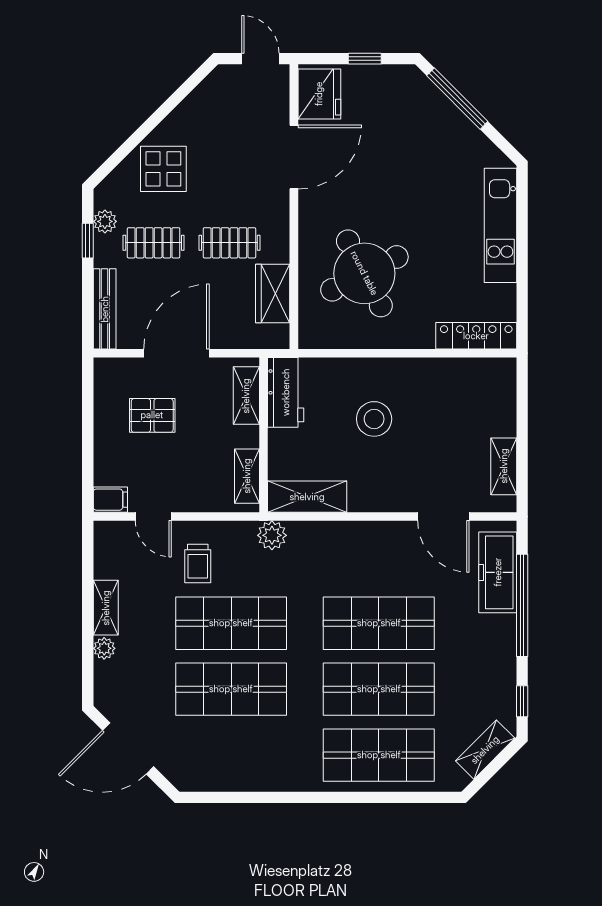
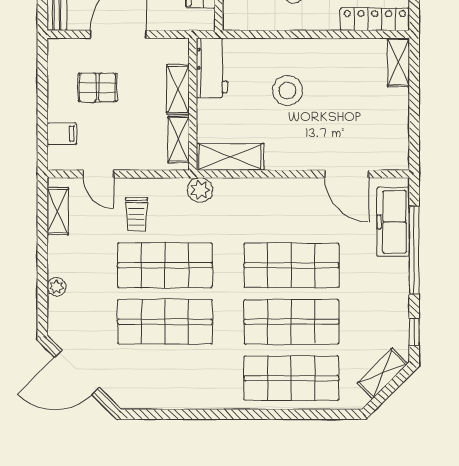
shelving: (246, 396) -> (178, 89), moved
shelving: (504, 466) -> (398, 62), moved
filing cabinet: (110, 500) -> (62, 134), moved
shelving: (106, 608) -> (58, 211), moved

